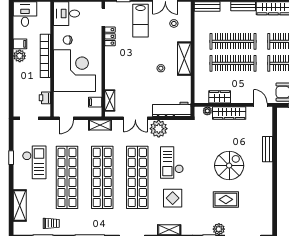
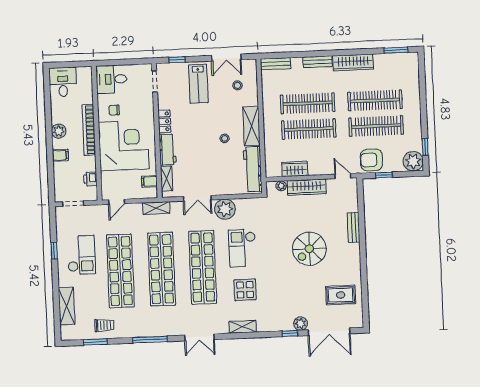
locker: (110, 36) -> (164, 121), moved
filing cabinet: (20, 44) -> (60, 155), moved
workbench: (112, 76) -> (168, 150), added
workbench: (172, 109) -> (253, 169), moved, turned -90
spiral stairs: (229, 166) -> (309, 249), turned 180
rug: (226, 199) -> (341, 295), moved

